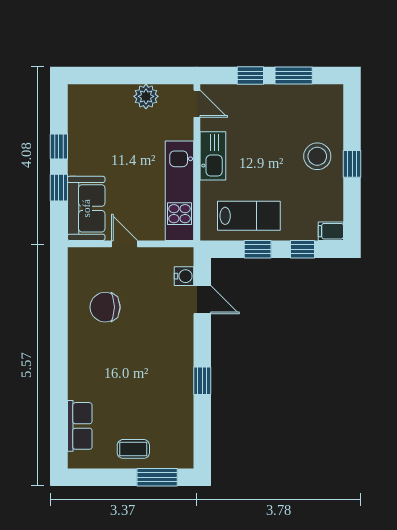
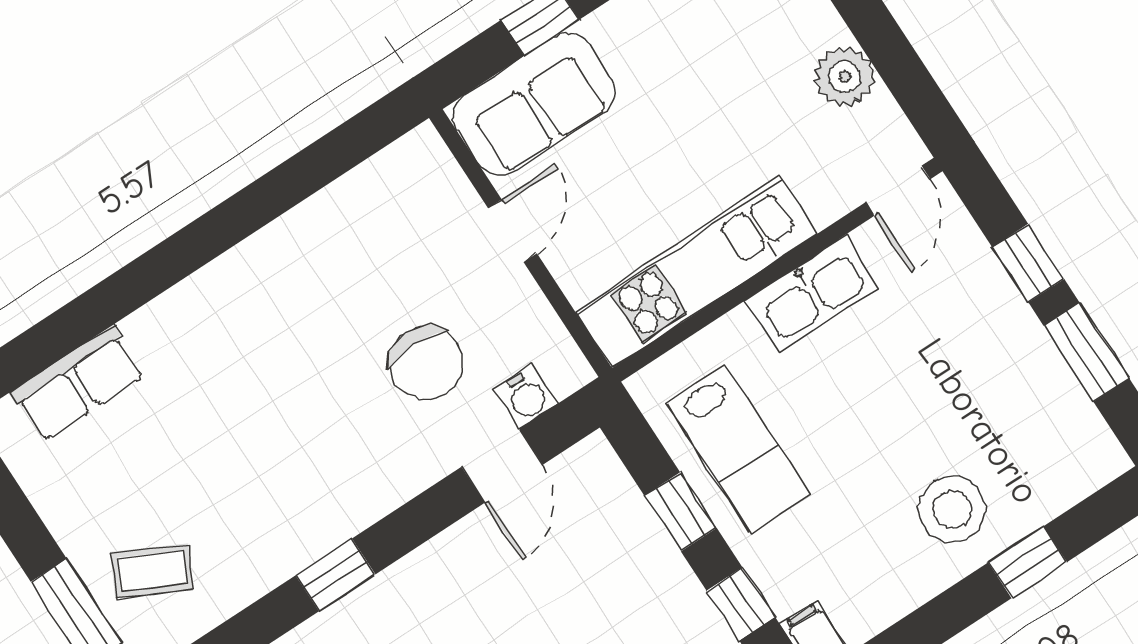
window: (352, 164) -> (1028, 562), moved
chair: (105, 307) -> (426, 363), moved, turned 180
coffee table: (133, 449) -> (152, 571), moved, turned -63

